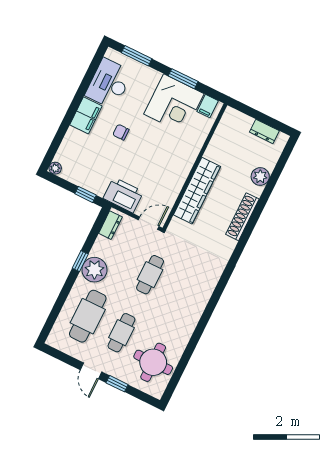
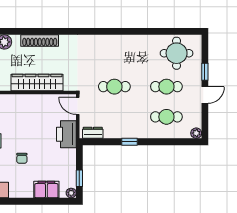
filing cabinet: (86, 115) -> (46, 189), moved
window: (86, 194) -> (79, 178), moved
plant: (94, 270) -> (196, 133), moved, width x0.53, depth x0.53
cafe table: (88, 316) -> (166, 117), width x0.73, depth x0.74

